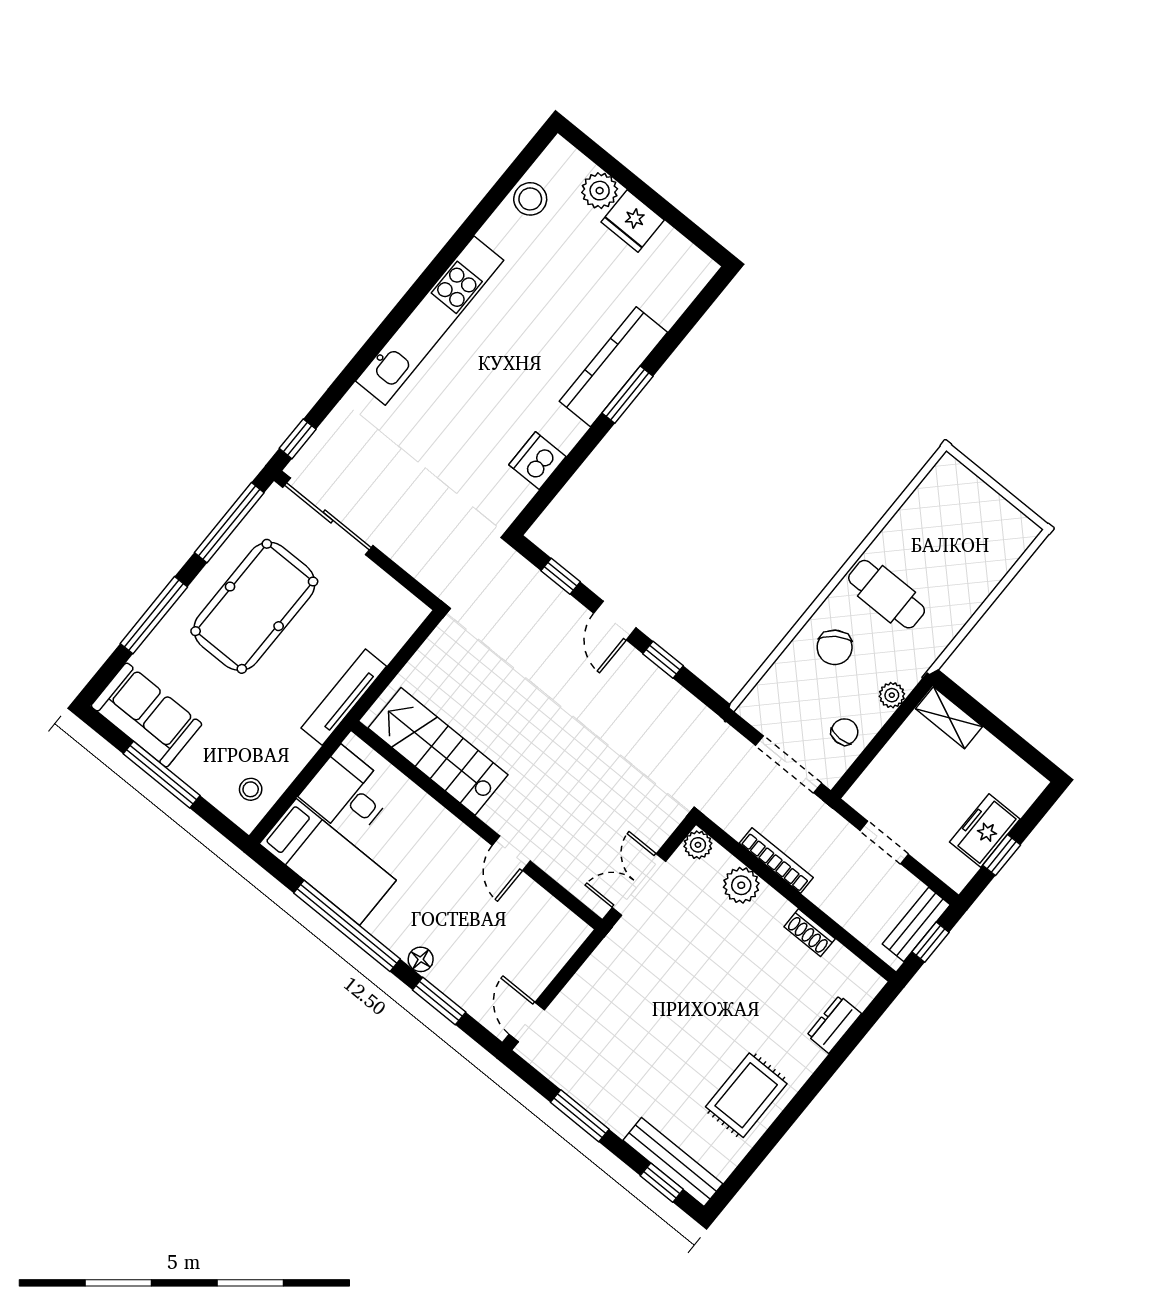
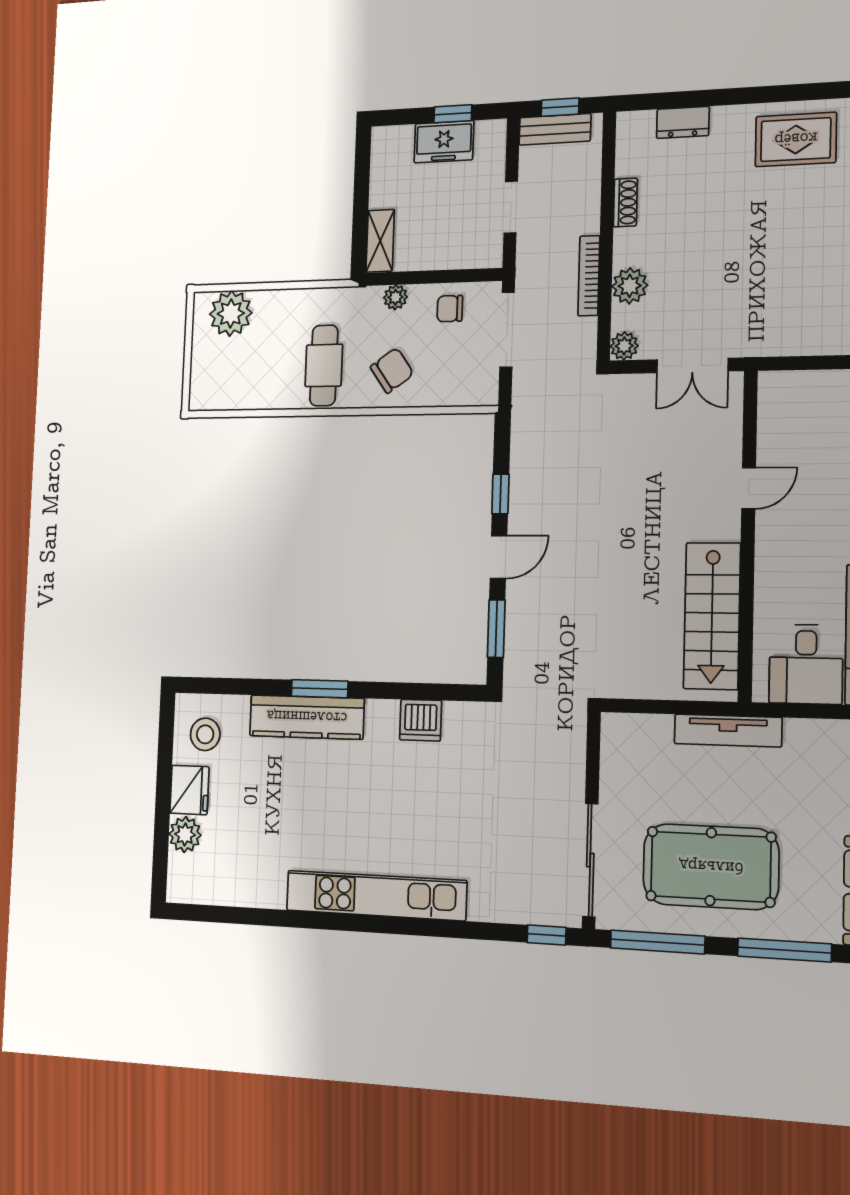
stool: (530, 199) -> (205, 734), moved
plant: (997, 548) -> (231, 313), added
window: (561, 576) -> (496, 629), width x1.50

